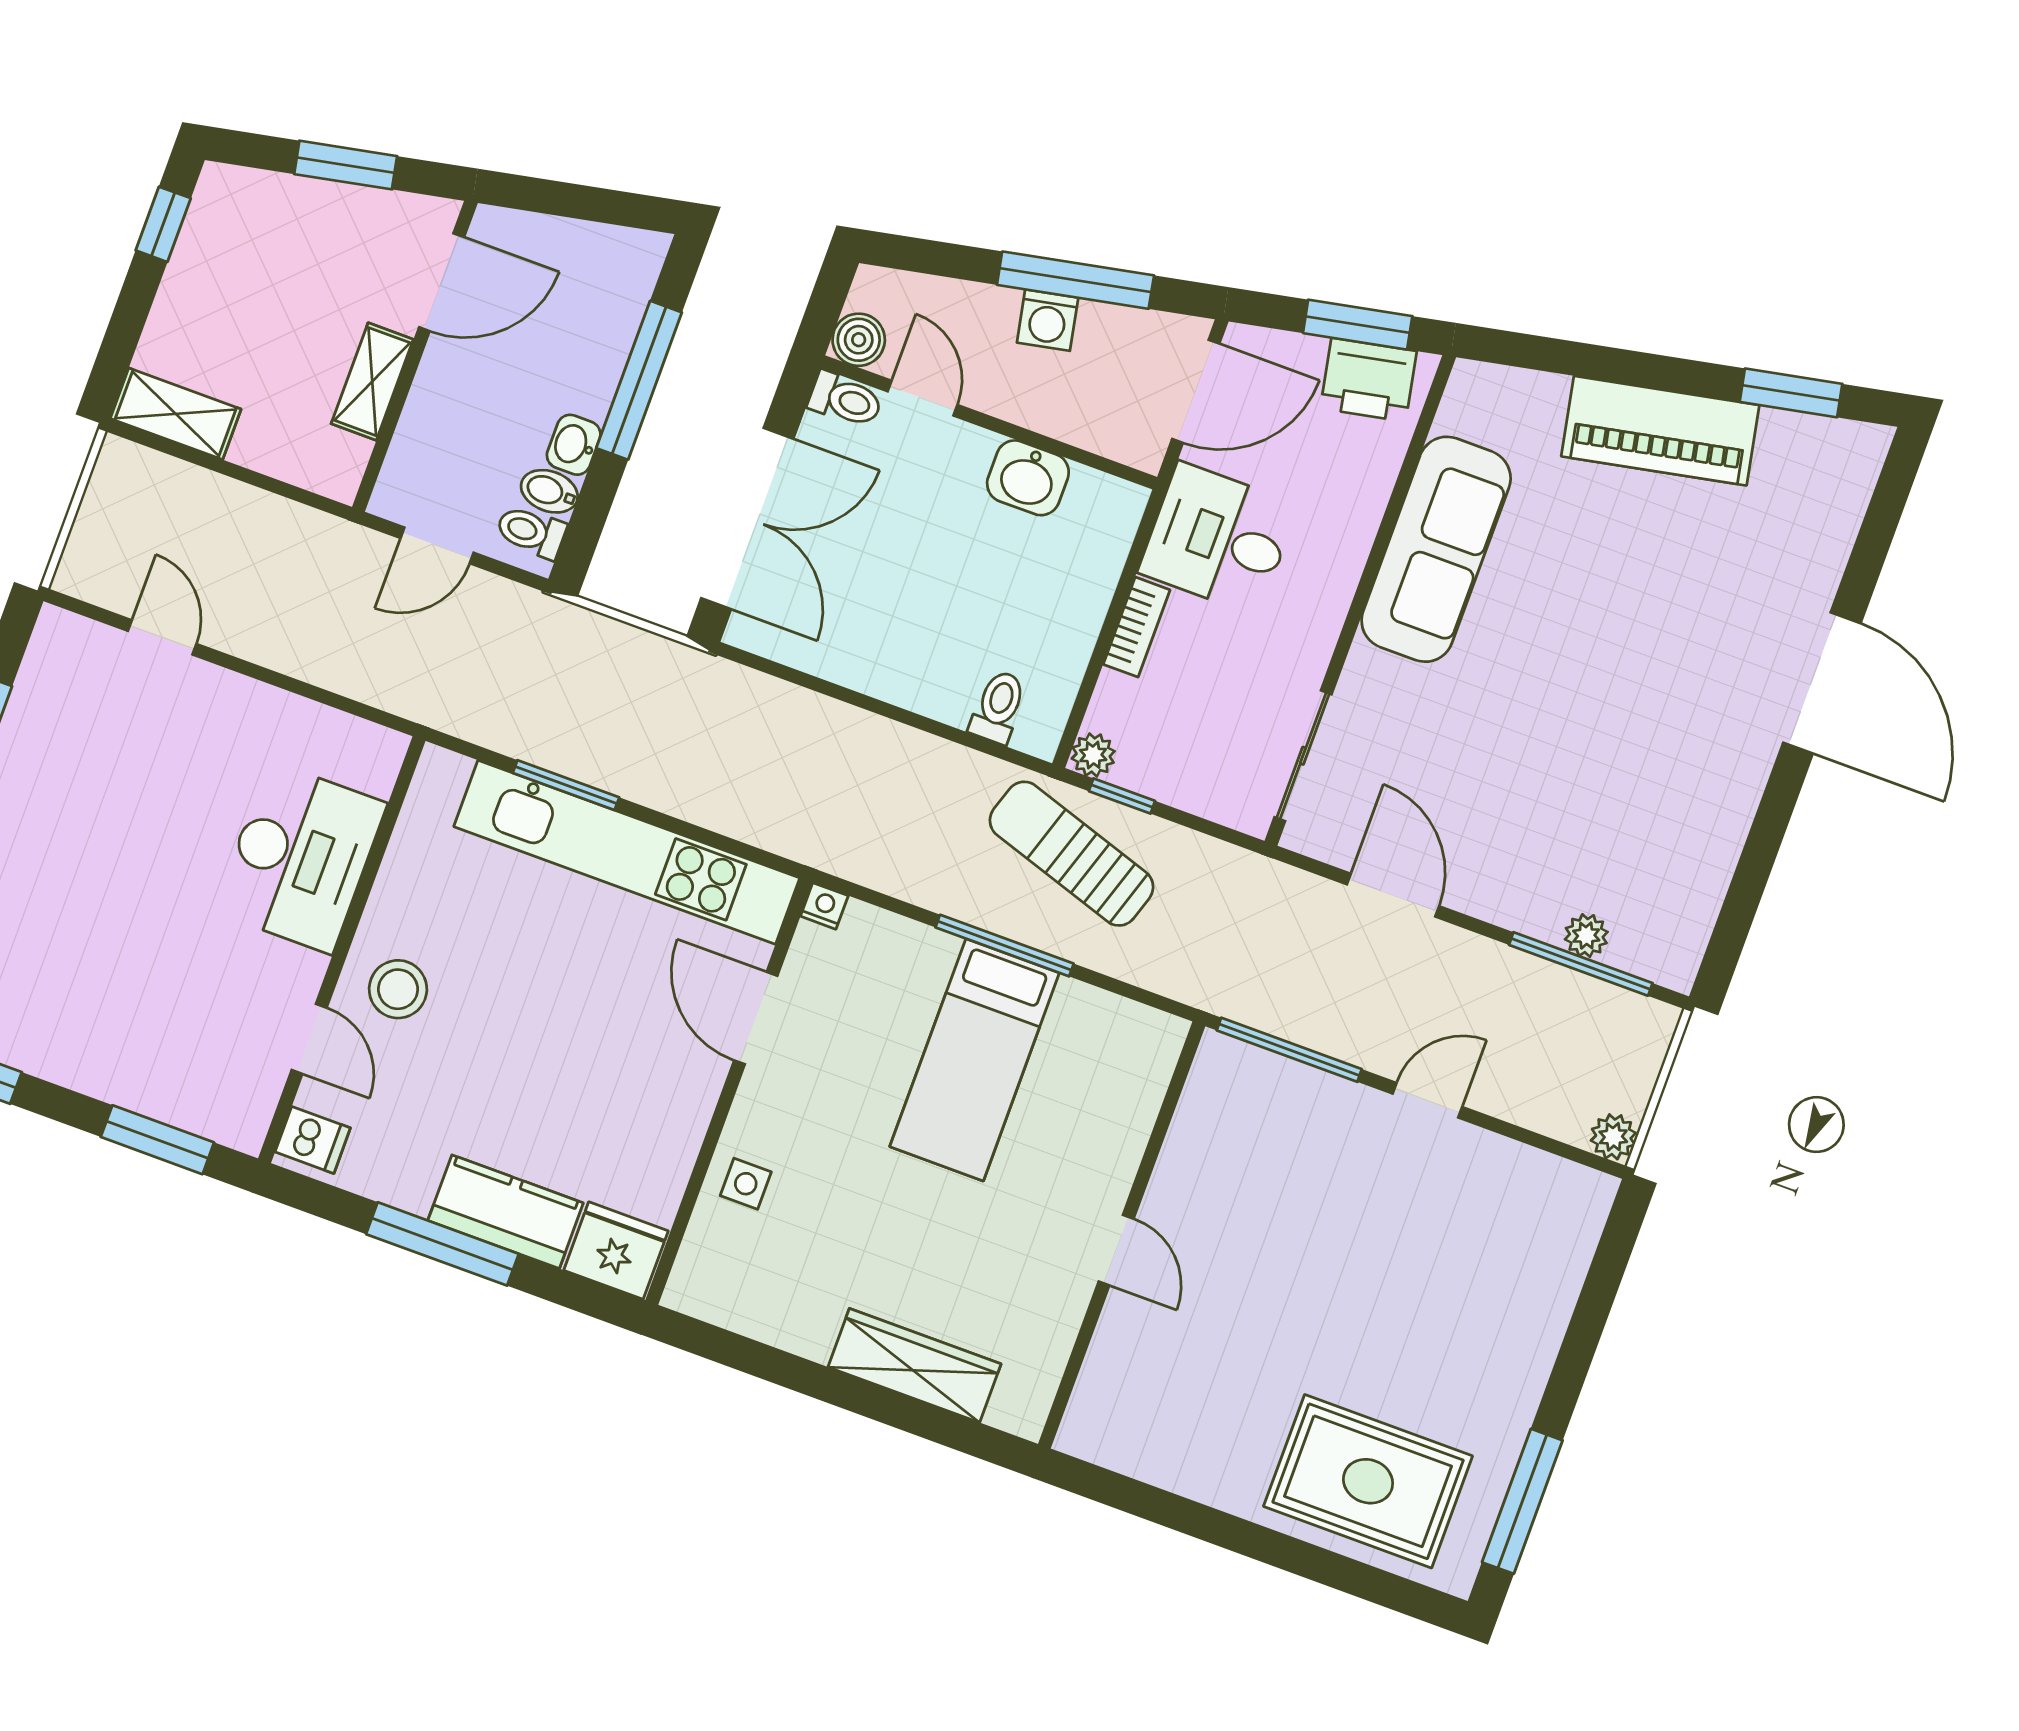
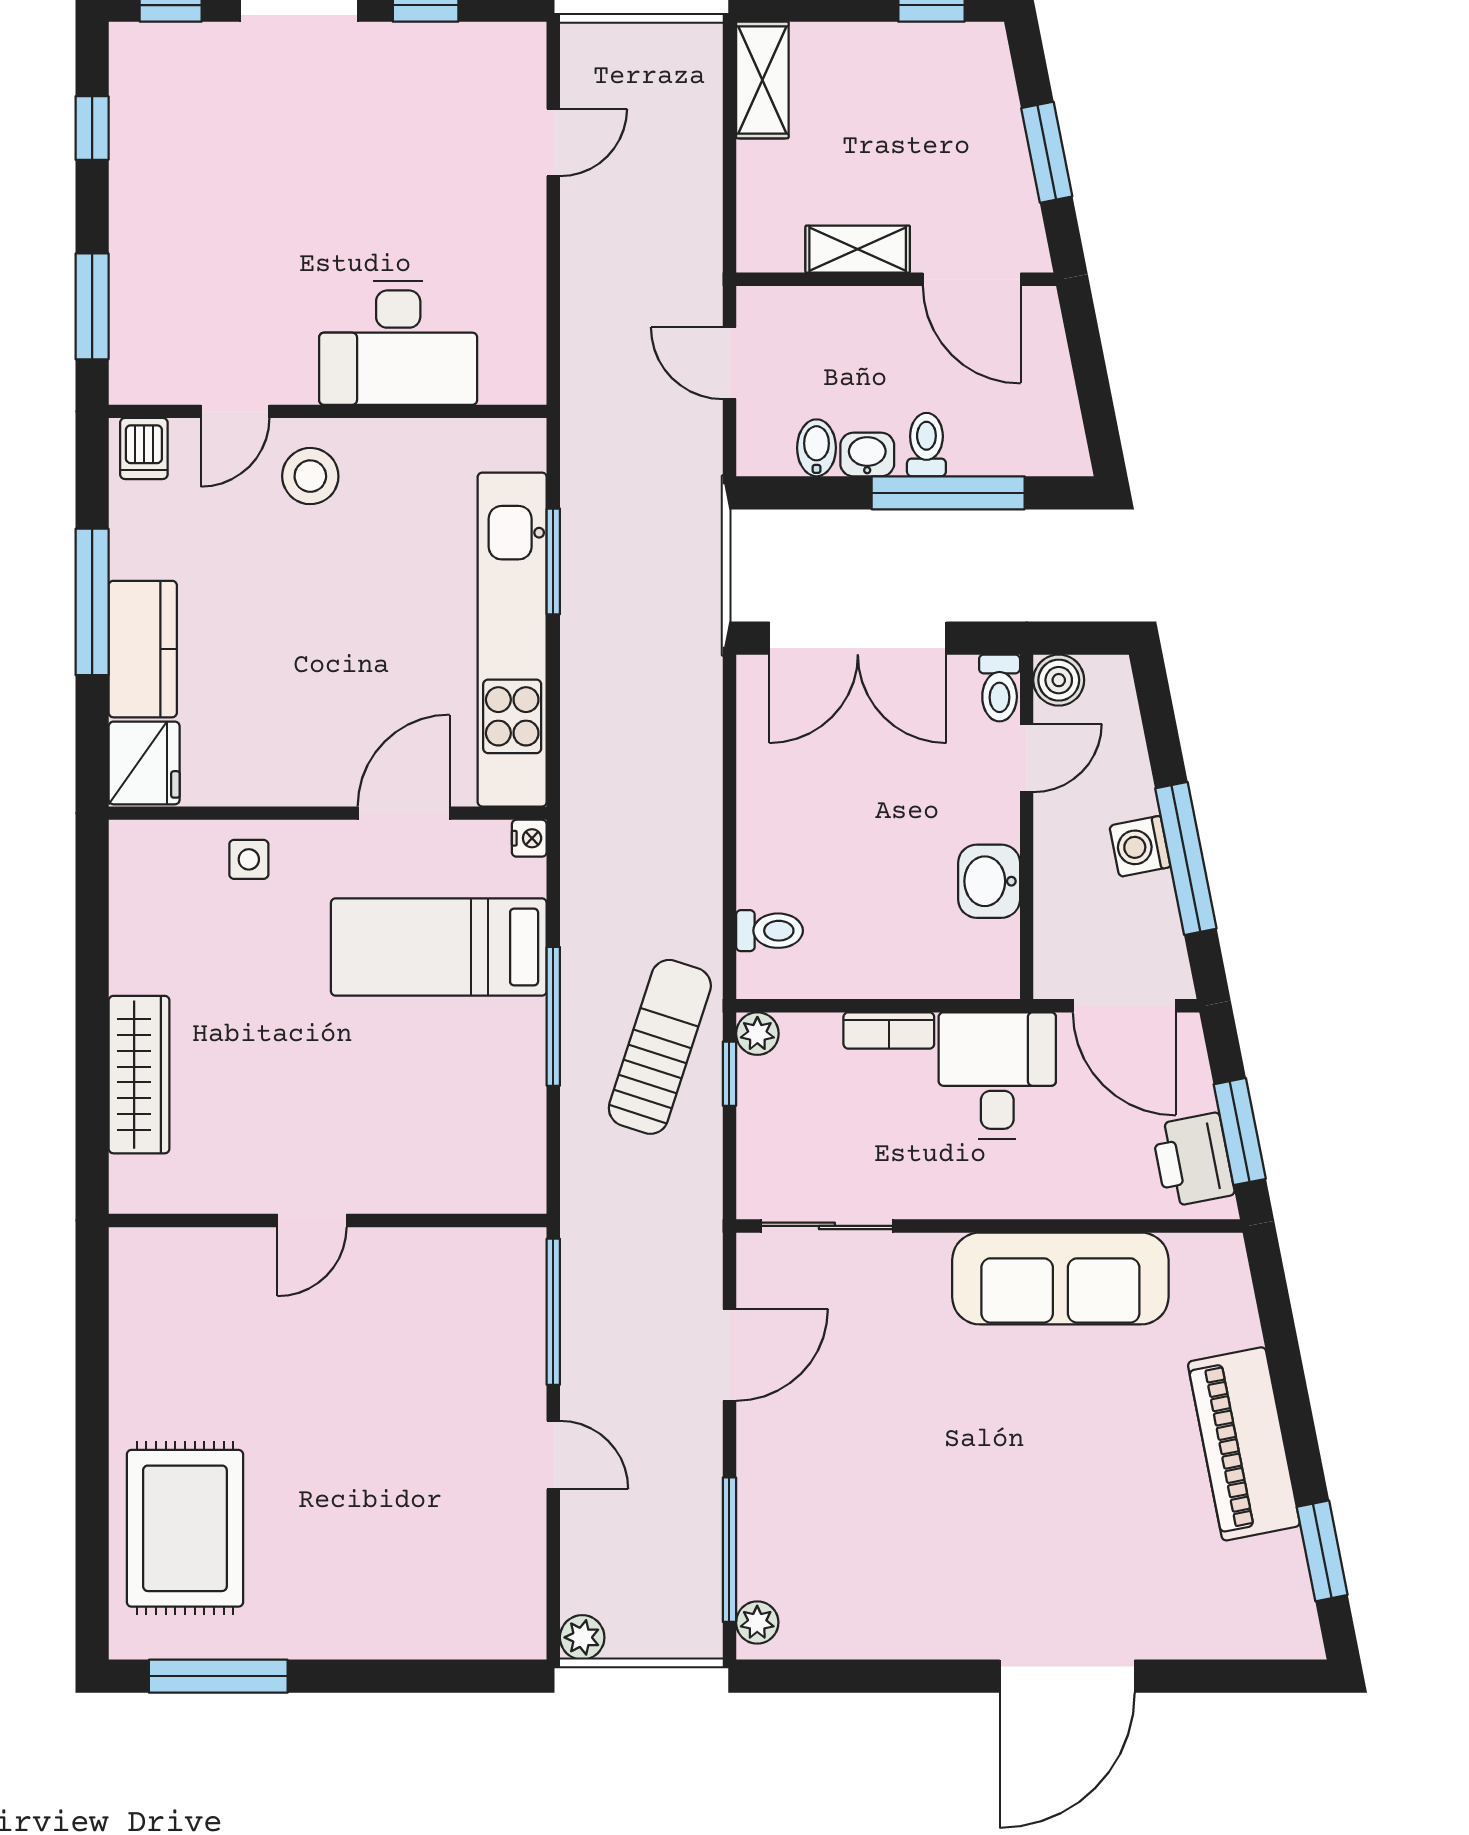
toilet: (531, 532) -> (926, 445), moved
plant: (1586, 936) -> (757, 1622), moved
bed: (975, 1060) -> (439, 947), moved

